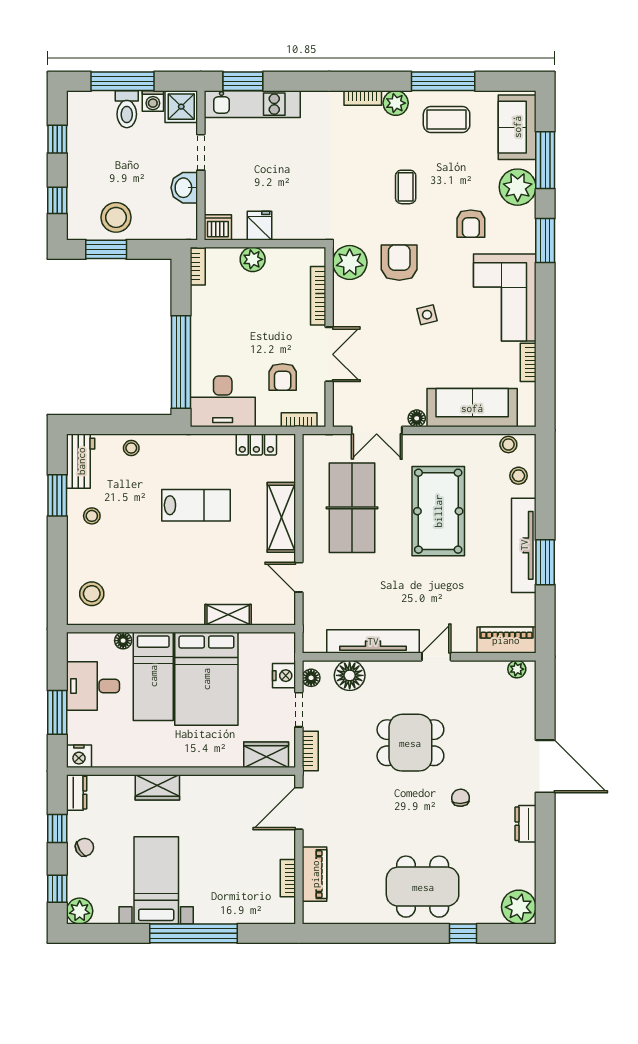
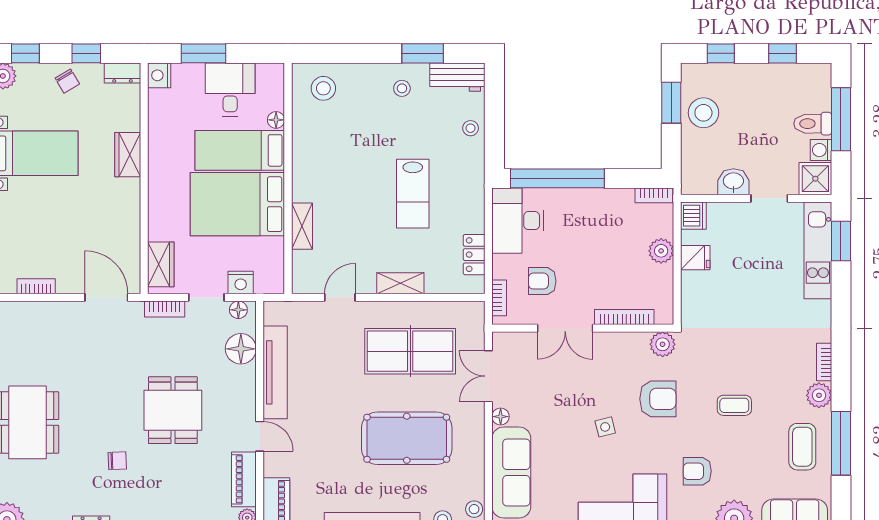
plant: (350, 262) -> (663, 344), width x0.73, depth x0.73
shelving: (281, 517) -> (400, 283), width x0.67, depth x0.75
piano: (315, 874) -> (244, 479), moved, turned 90

